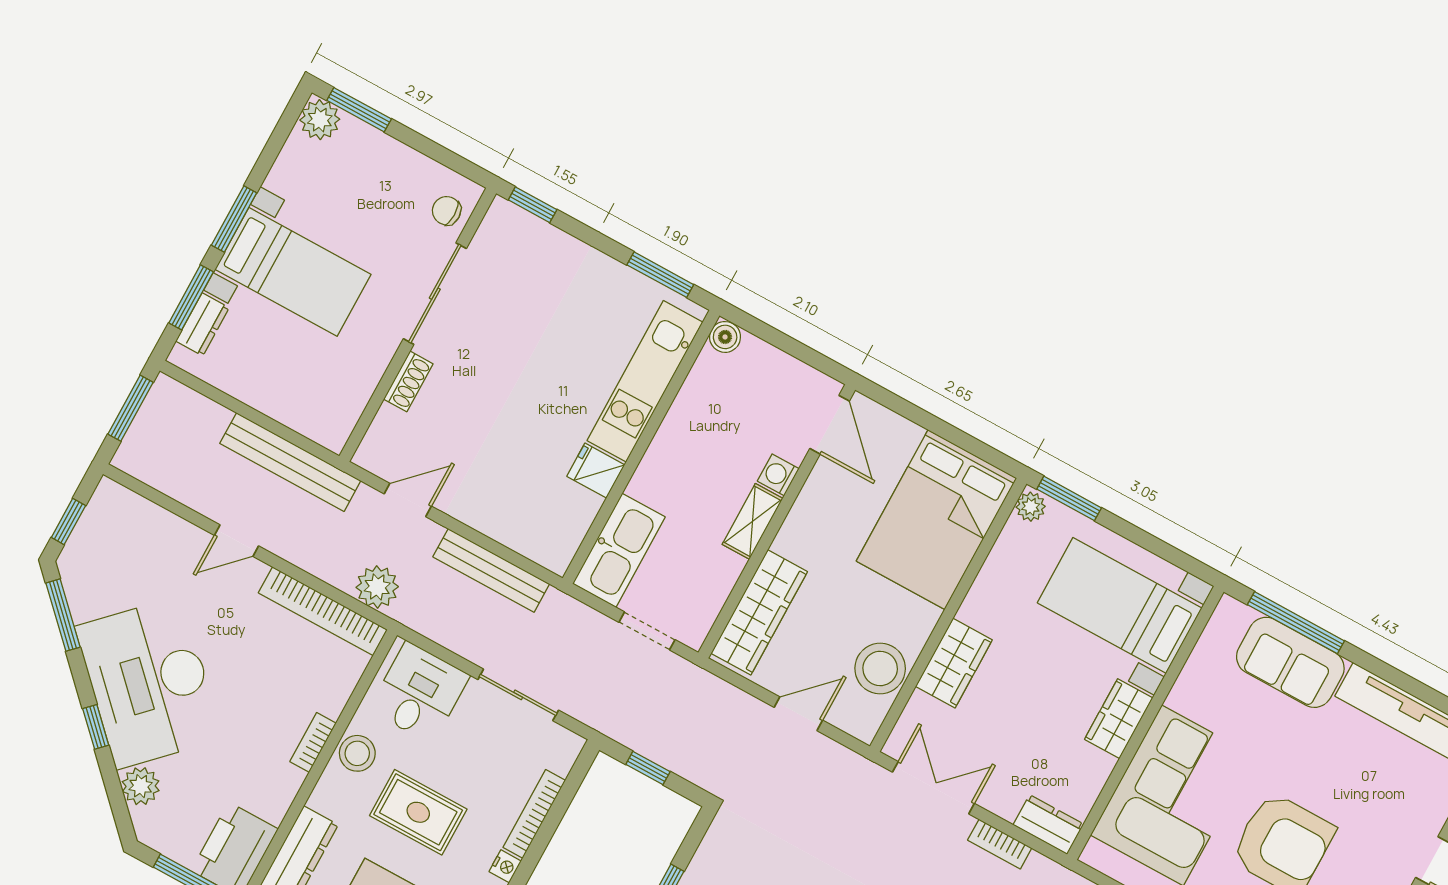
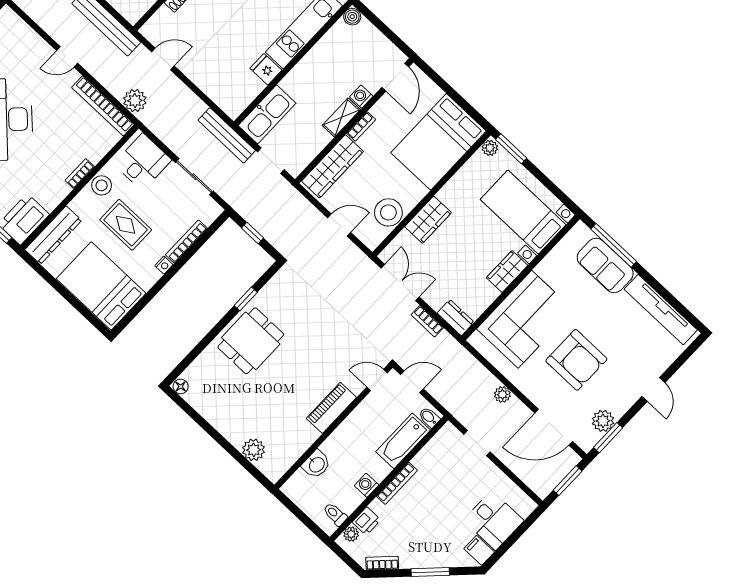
bookcase: (792, 528) -> (361, 126), added
bench: (491, 570) -> (227, 135), moved

